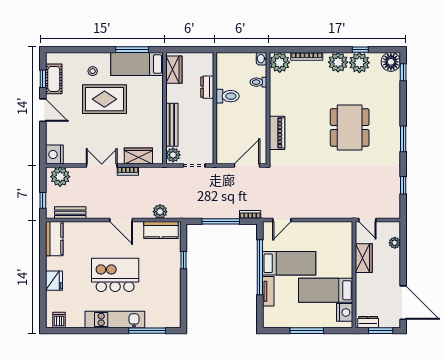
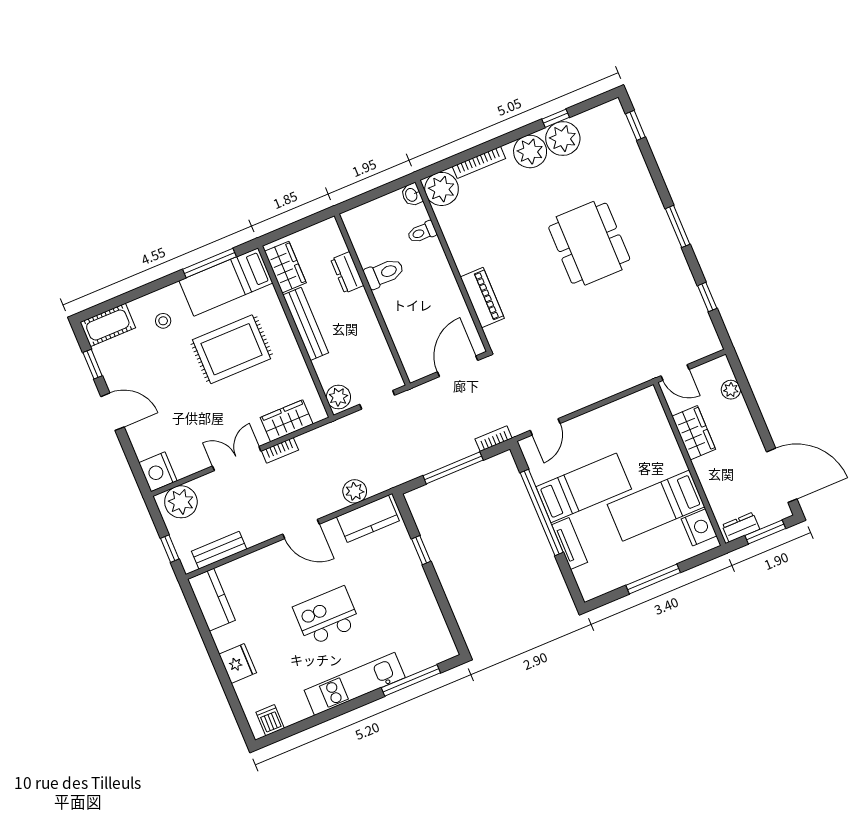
floor lamp: (391, 62) -> (610, 117), removed
cot: (54, 79) -> (108, 325), moved, turned 90
rug: (104, 99) -> (232, 349), moved
bench: (172, 125) -> (306, 324), moved
kitchen island: (115, 275) -> (327, 616), width x0.73, depth x0.78

